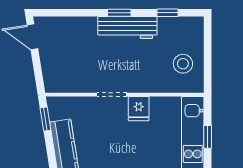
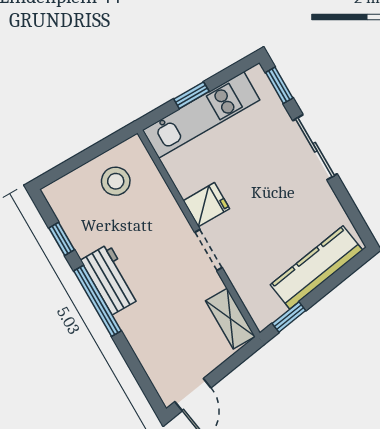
window: (119, 13) -> (97, 301), width x2.17
workbench: (127, 28) -> (110, 279), width x0.73
shelving: (64, 84) -> (230, 319), added

